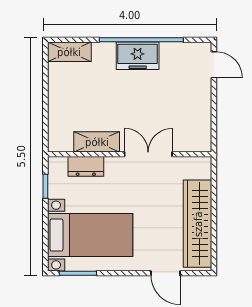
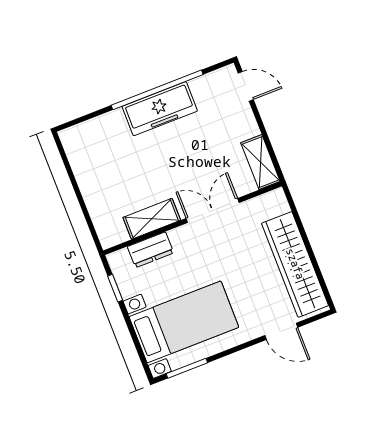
shelving: (69, 52) -> (260, 162), moved, turned 90
freezer: (138, 56) -> (160, 109), width x1.40

